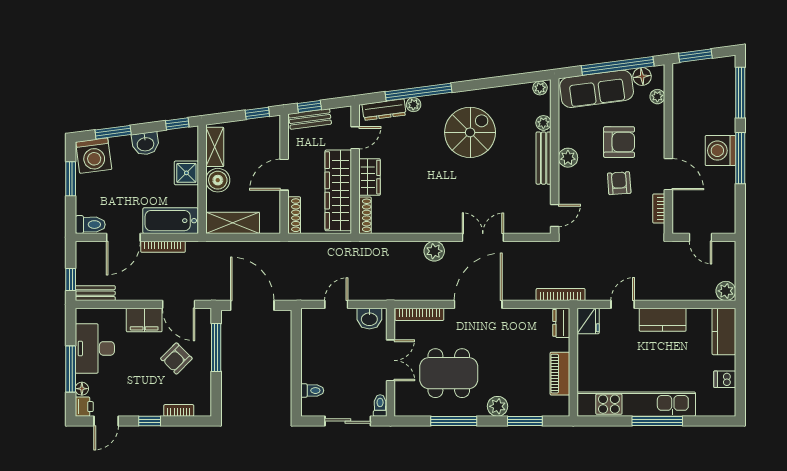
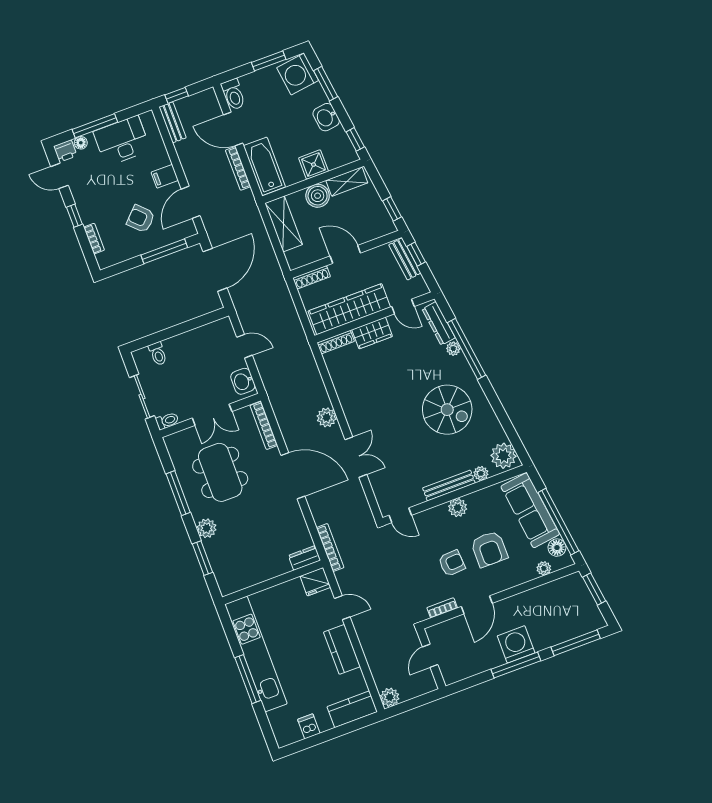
plant: (540, 88) -> (504, 456), width x1.88, depth x1.88
filing cabinet: (144, 320) -> (165, 176), width x0.50
piano: (560, 374) -> (258, 574), removed

